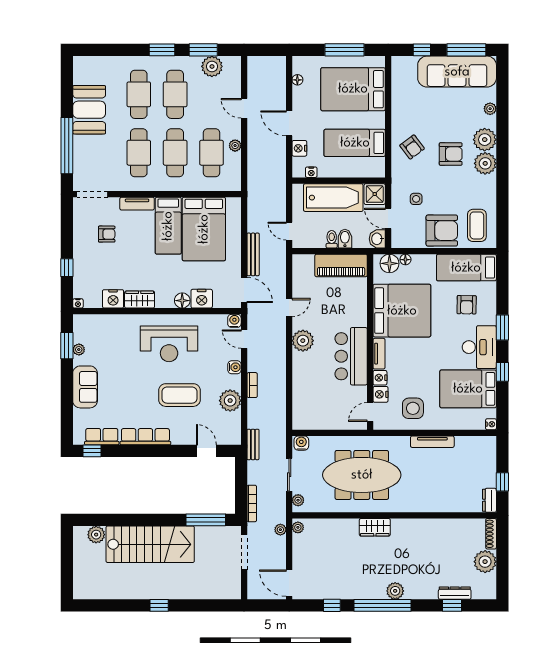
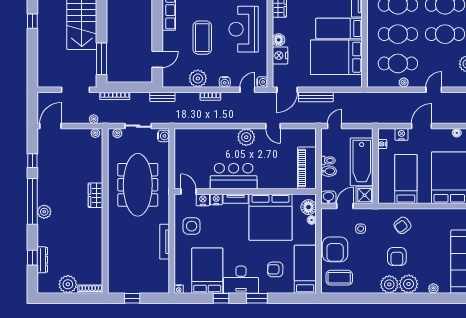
dresser: (489, 500) -> (117, 288), removed

